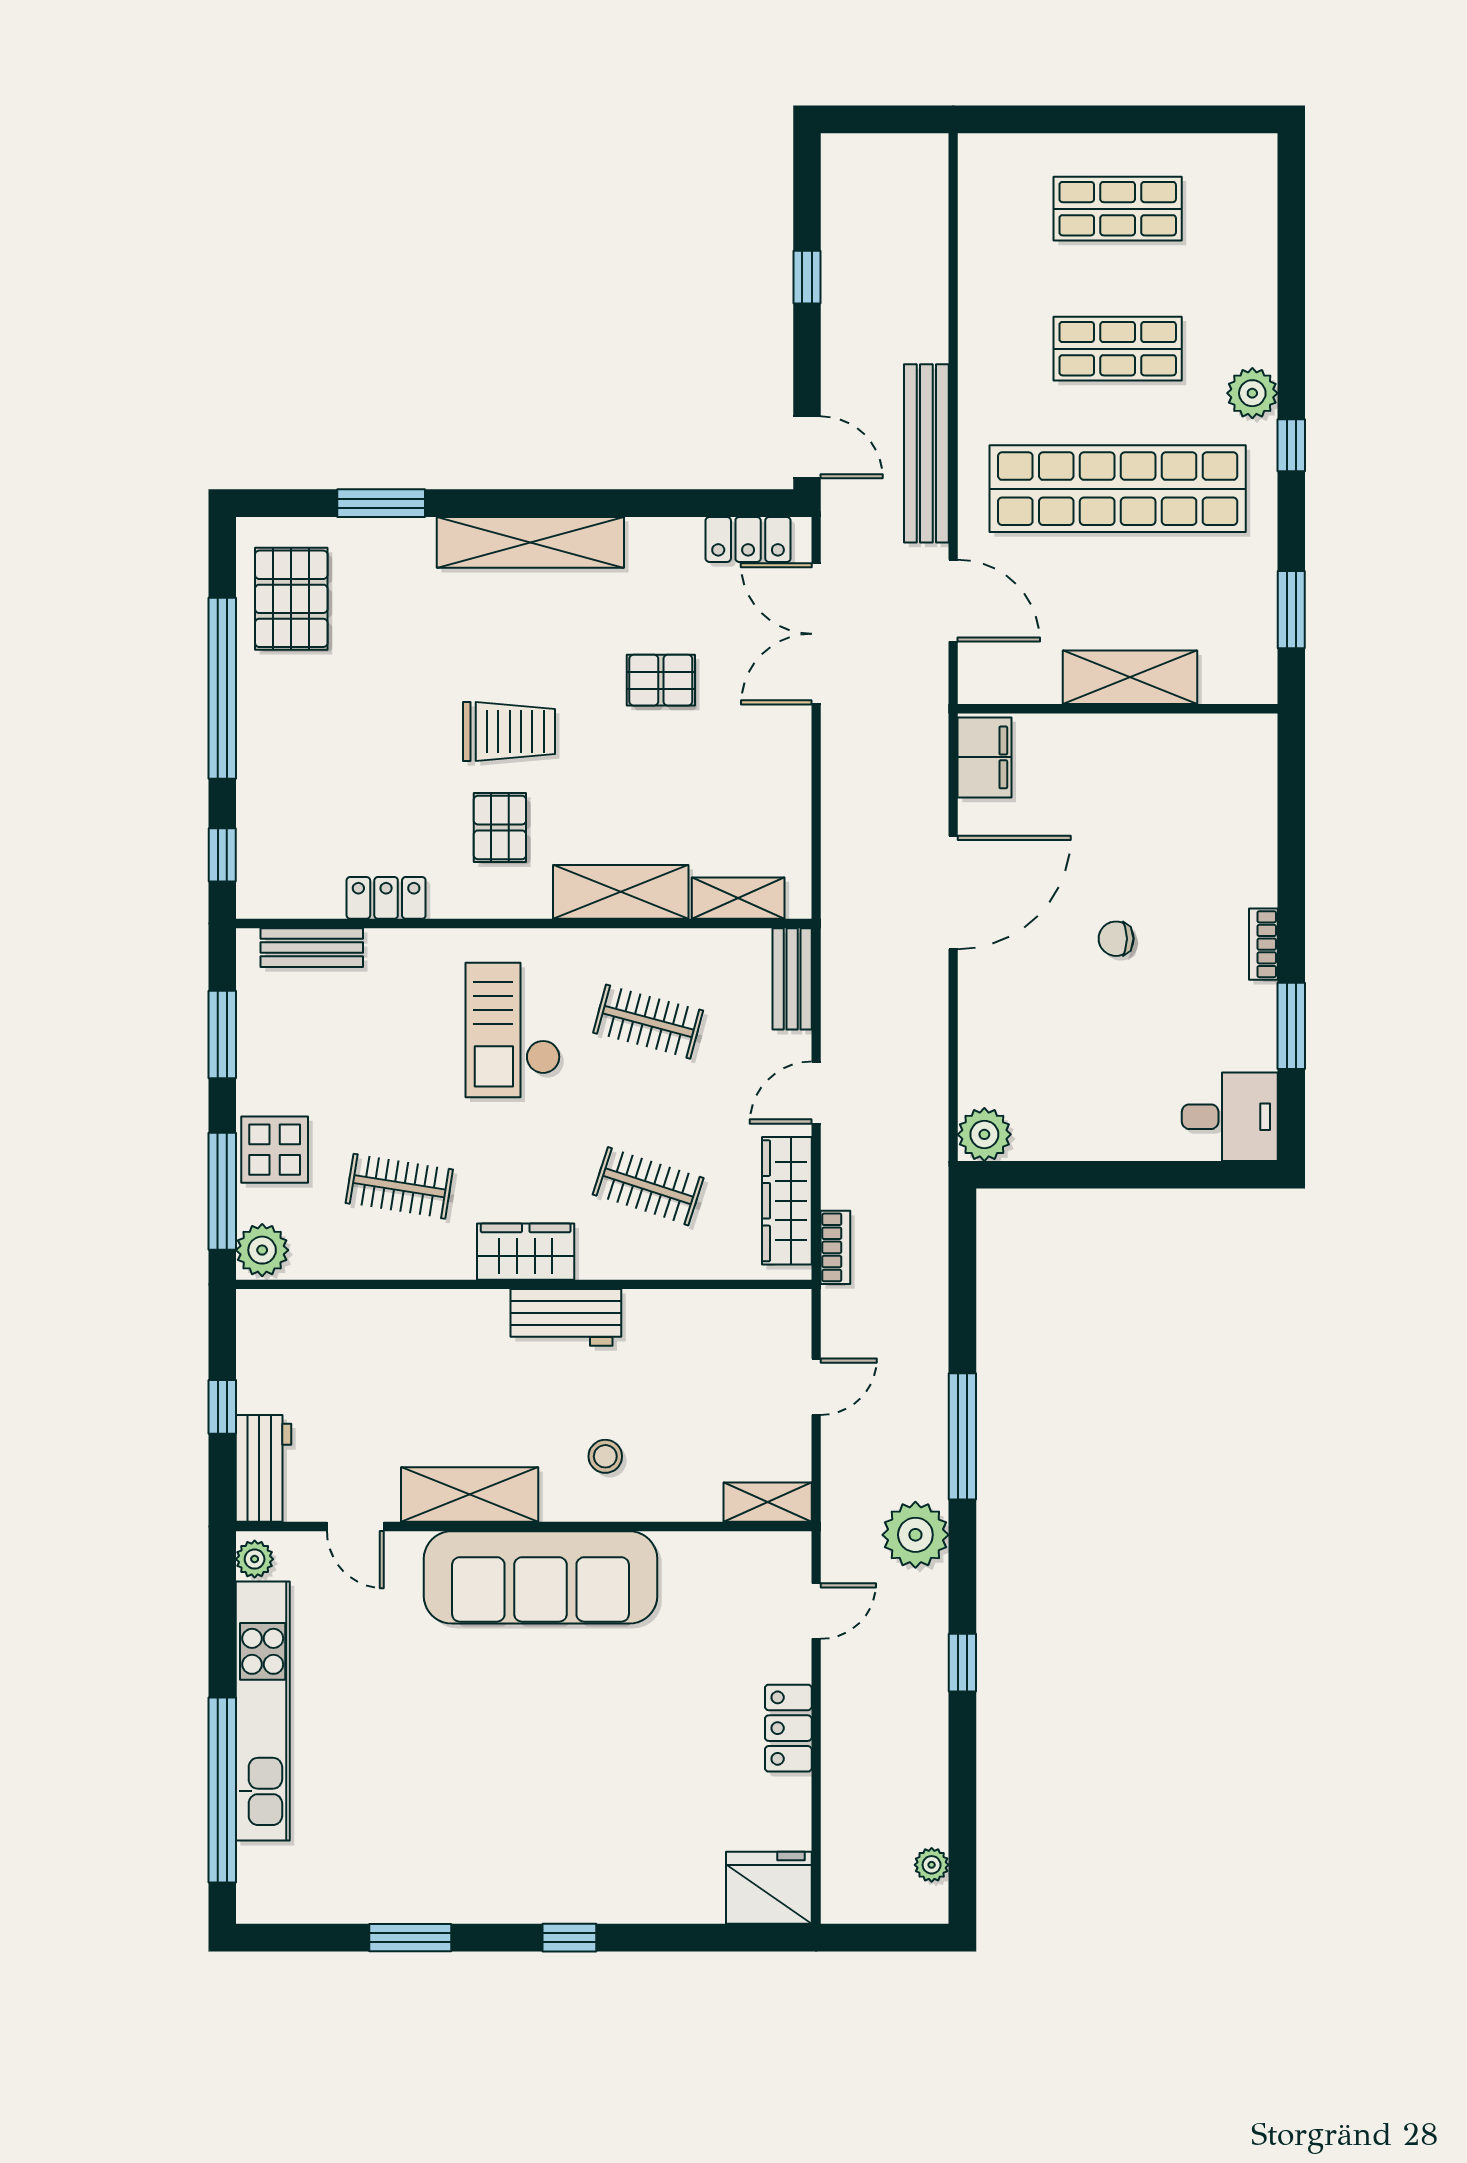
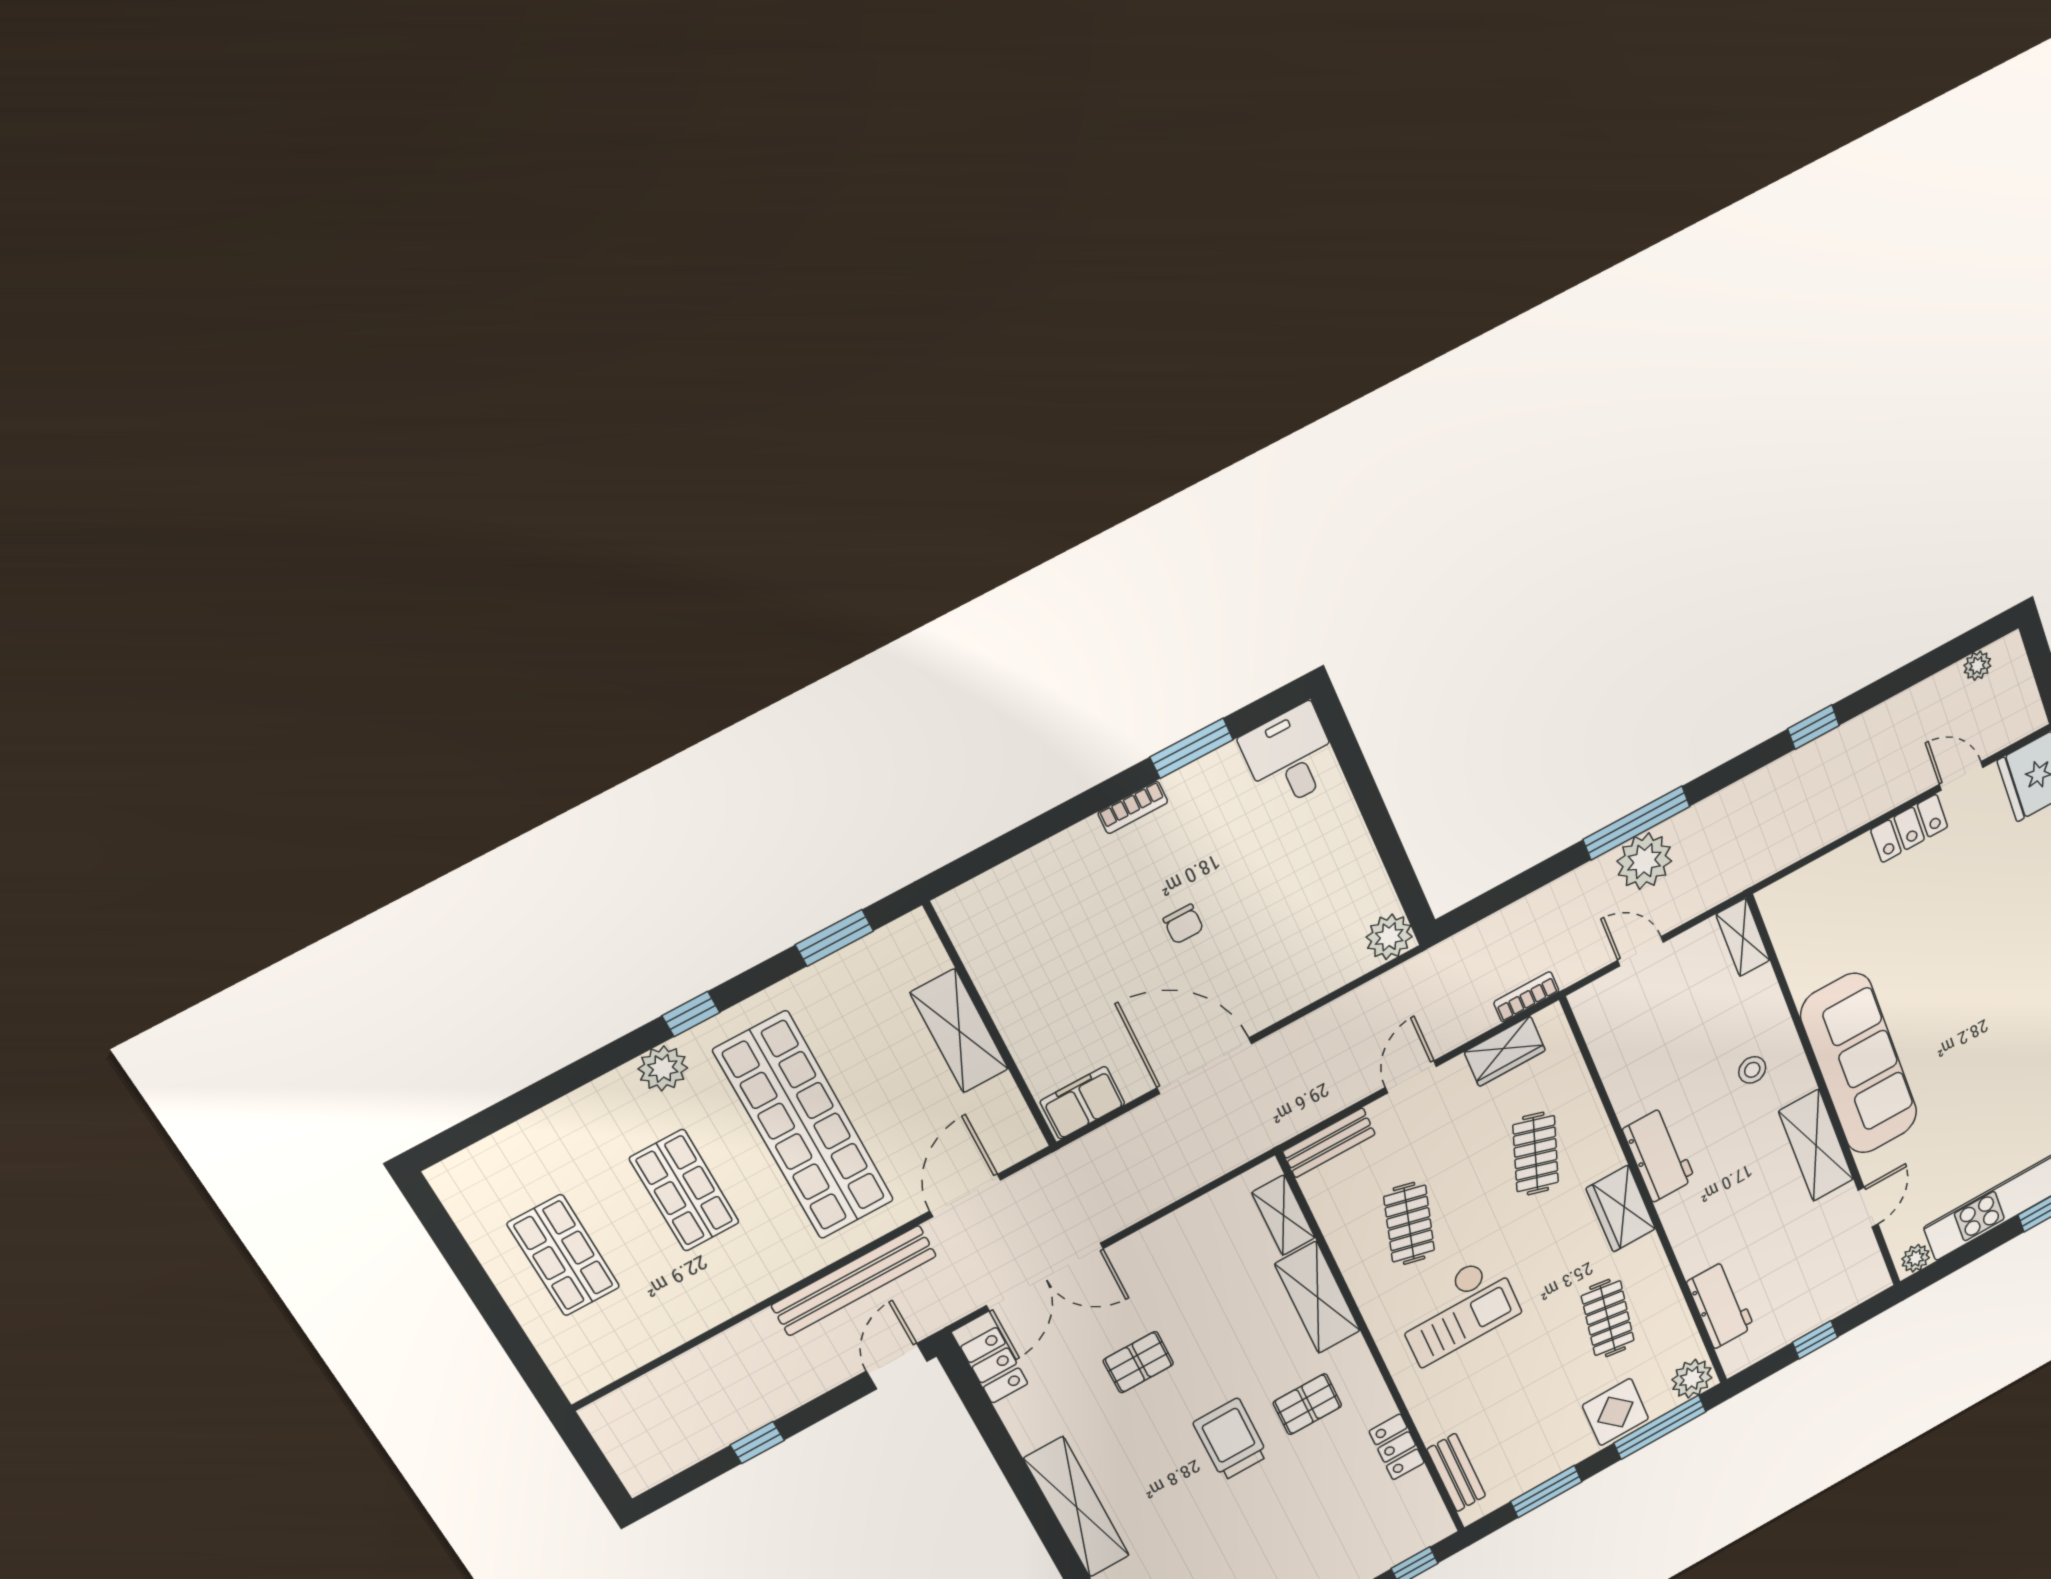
pallet: (661, 680) -> (1138, 1362), turned 90
door: (816, 1093) -> (1411, 1077), swing flipped
wardrobe: (787, 1201) -> (1505, 1051), width x0.67
workbench: (264, 1468) -> (1720, 1305), moved, turned 90
plant: (915, 1535) -> (1644, 861), moved
door: (816, 1611) -> (1961, 776), moved

